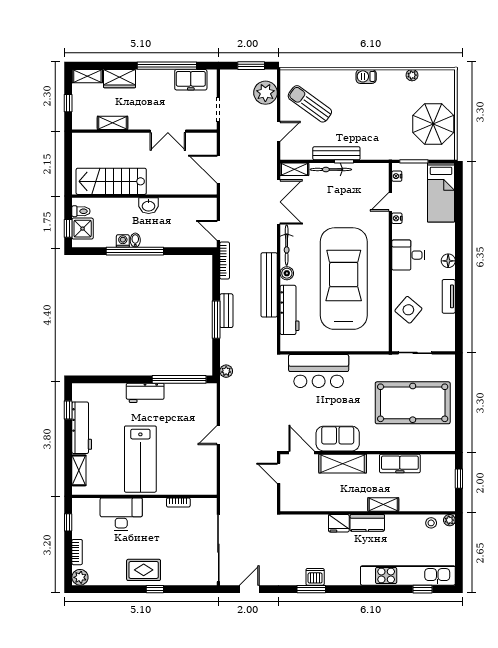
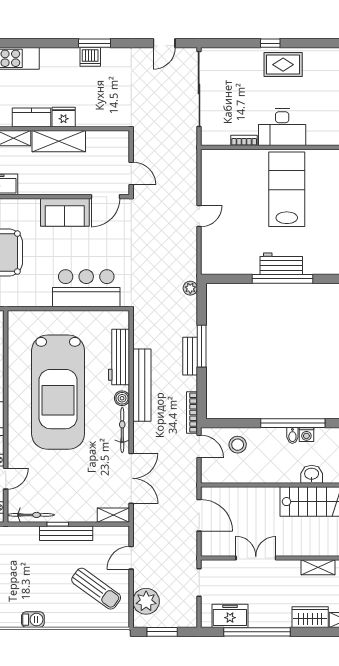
bicycle: (331, 169) -> (31, 515), moved
double door: (279, 202) -> (131, 478), swing flipped
washbasin: (149, 206) -> (312, 474), moved
stool: (184, 232) -> (238, 445), added
window: (179, 379) -> (282, 279), moved
door: (302, 453) -> (105, 197), hinge flipped
shelving: (343, 464) -> (59, 141), moved
desk: (121, 514) -> (282, 127), moved

